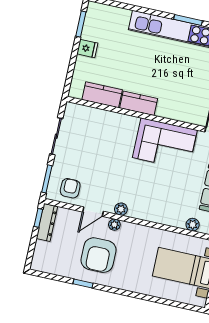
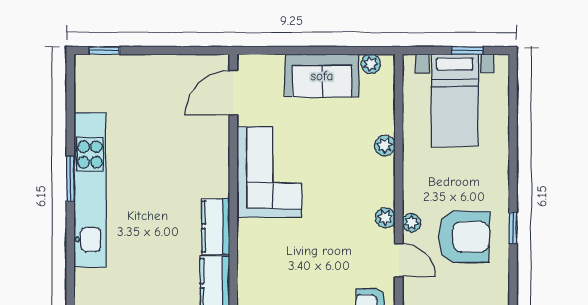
plant: (193, 225) -> (385, 146), moved
window: (83, 284) -> (513, 228), moved

